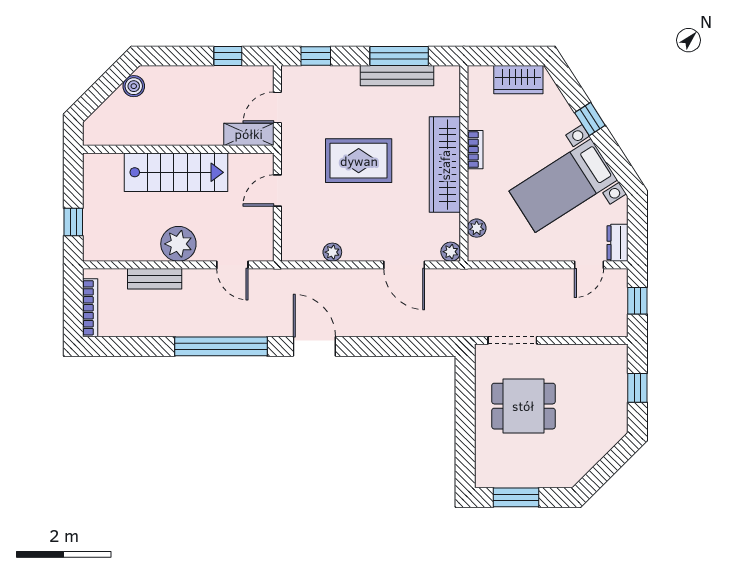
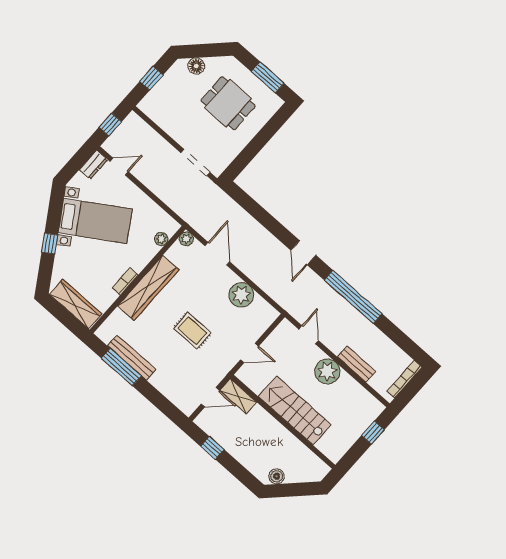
window: (316, 56) -> (166, 406), removed
wardrobe: (518, 80) -> (76, 304), width x1.50
rug: (359, 161) -> (192, 331), width x0.73, depth x0.70
plant: (332, 252) -> (241, 295), width x1.88, depth x1.88
door: (314, 346) -> (303, 253), width x0.73
dining table: (523, 406) -> (228, 103), moved
floor lamp: (602, 443) -> (196, 66), added

